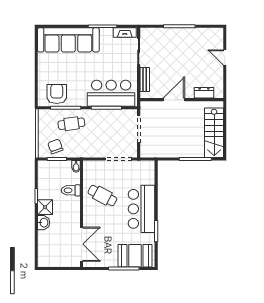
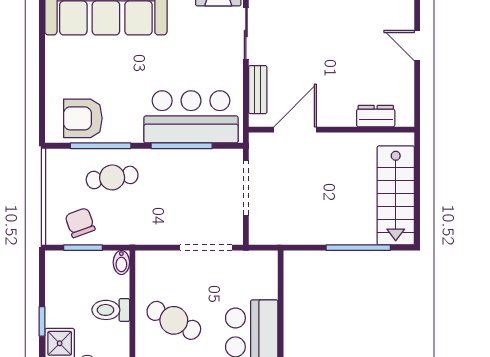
armchair: (57, 94) -> (83, 118), turned -90
door: (174, 100) -> (295, 130), moved

